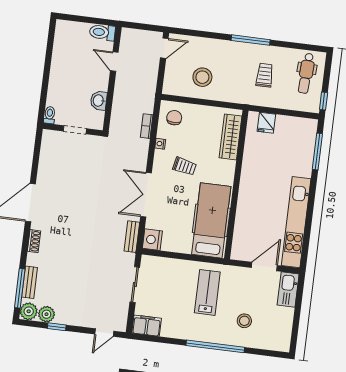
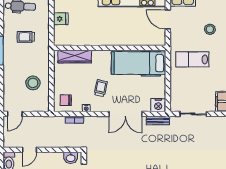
door: (164, 48) -> (15, 114), swing flipped
washbasin: (99, 101) -> (71, 158), moved
fridge: (266, 123) -> (61, 19), moved

